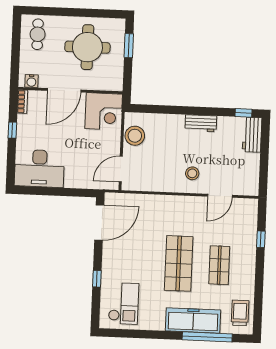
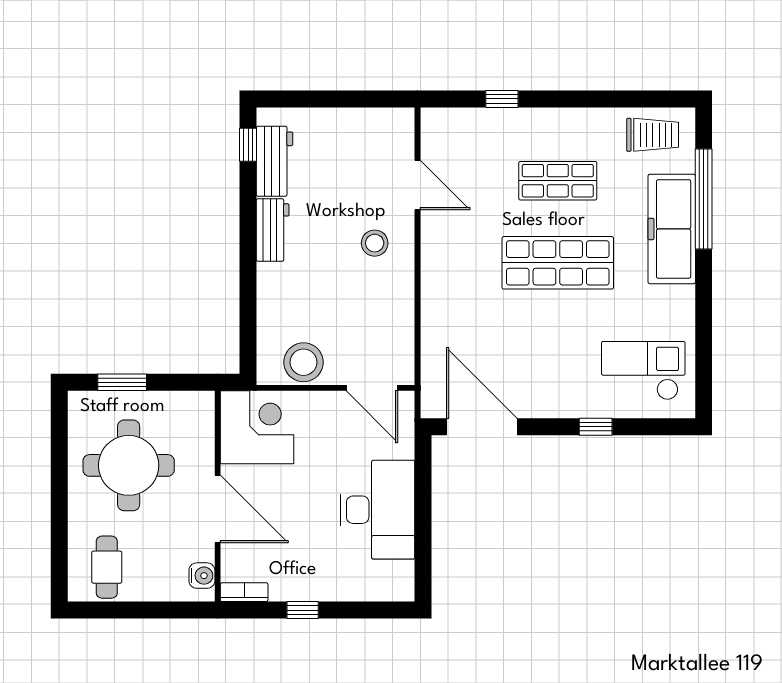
cafe table: (38, 34) -> (107, 567), turned 90
workbench: (252, 135) -> (275, 161), moved, turned -90
desk: (39, 168) -> (378, 510), moved
trolley: (240, 313) -> (653, 135), turned 180

